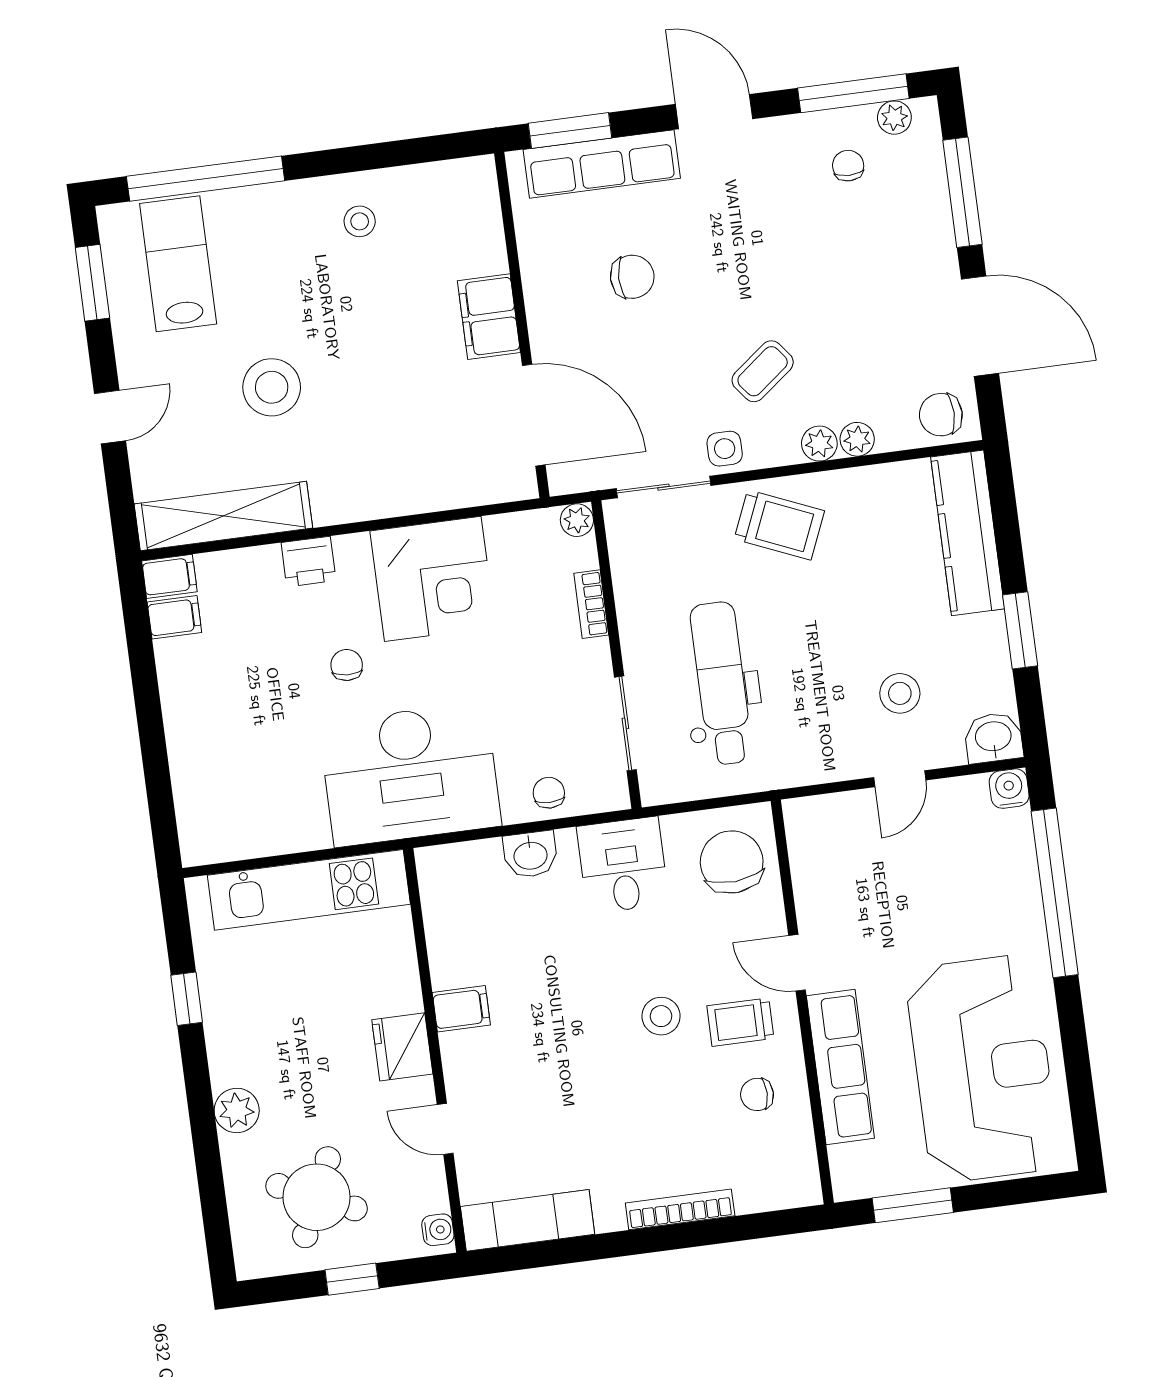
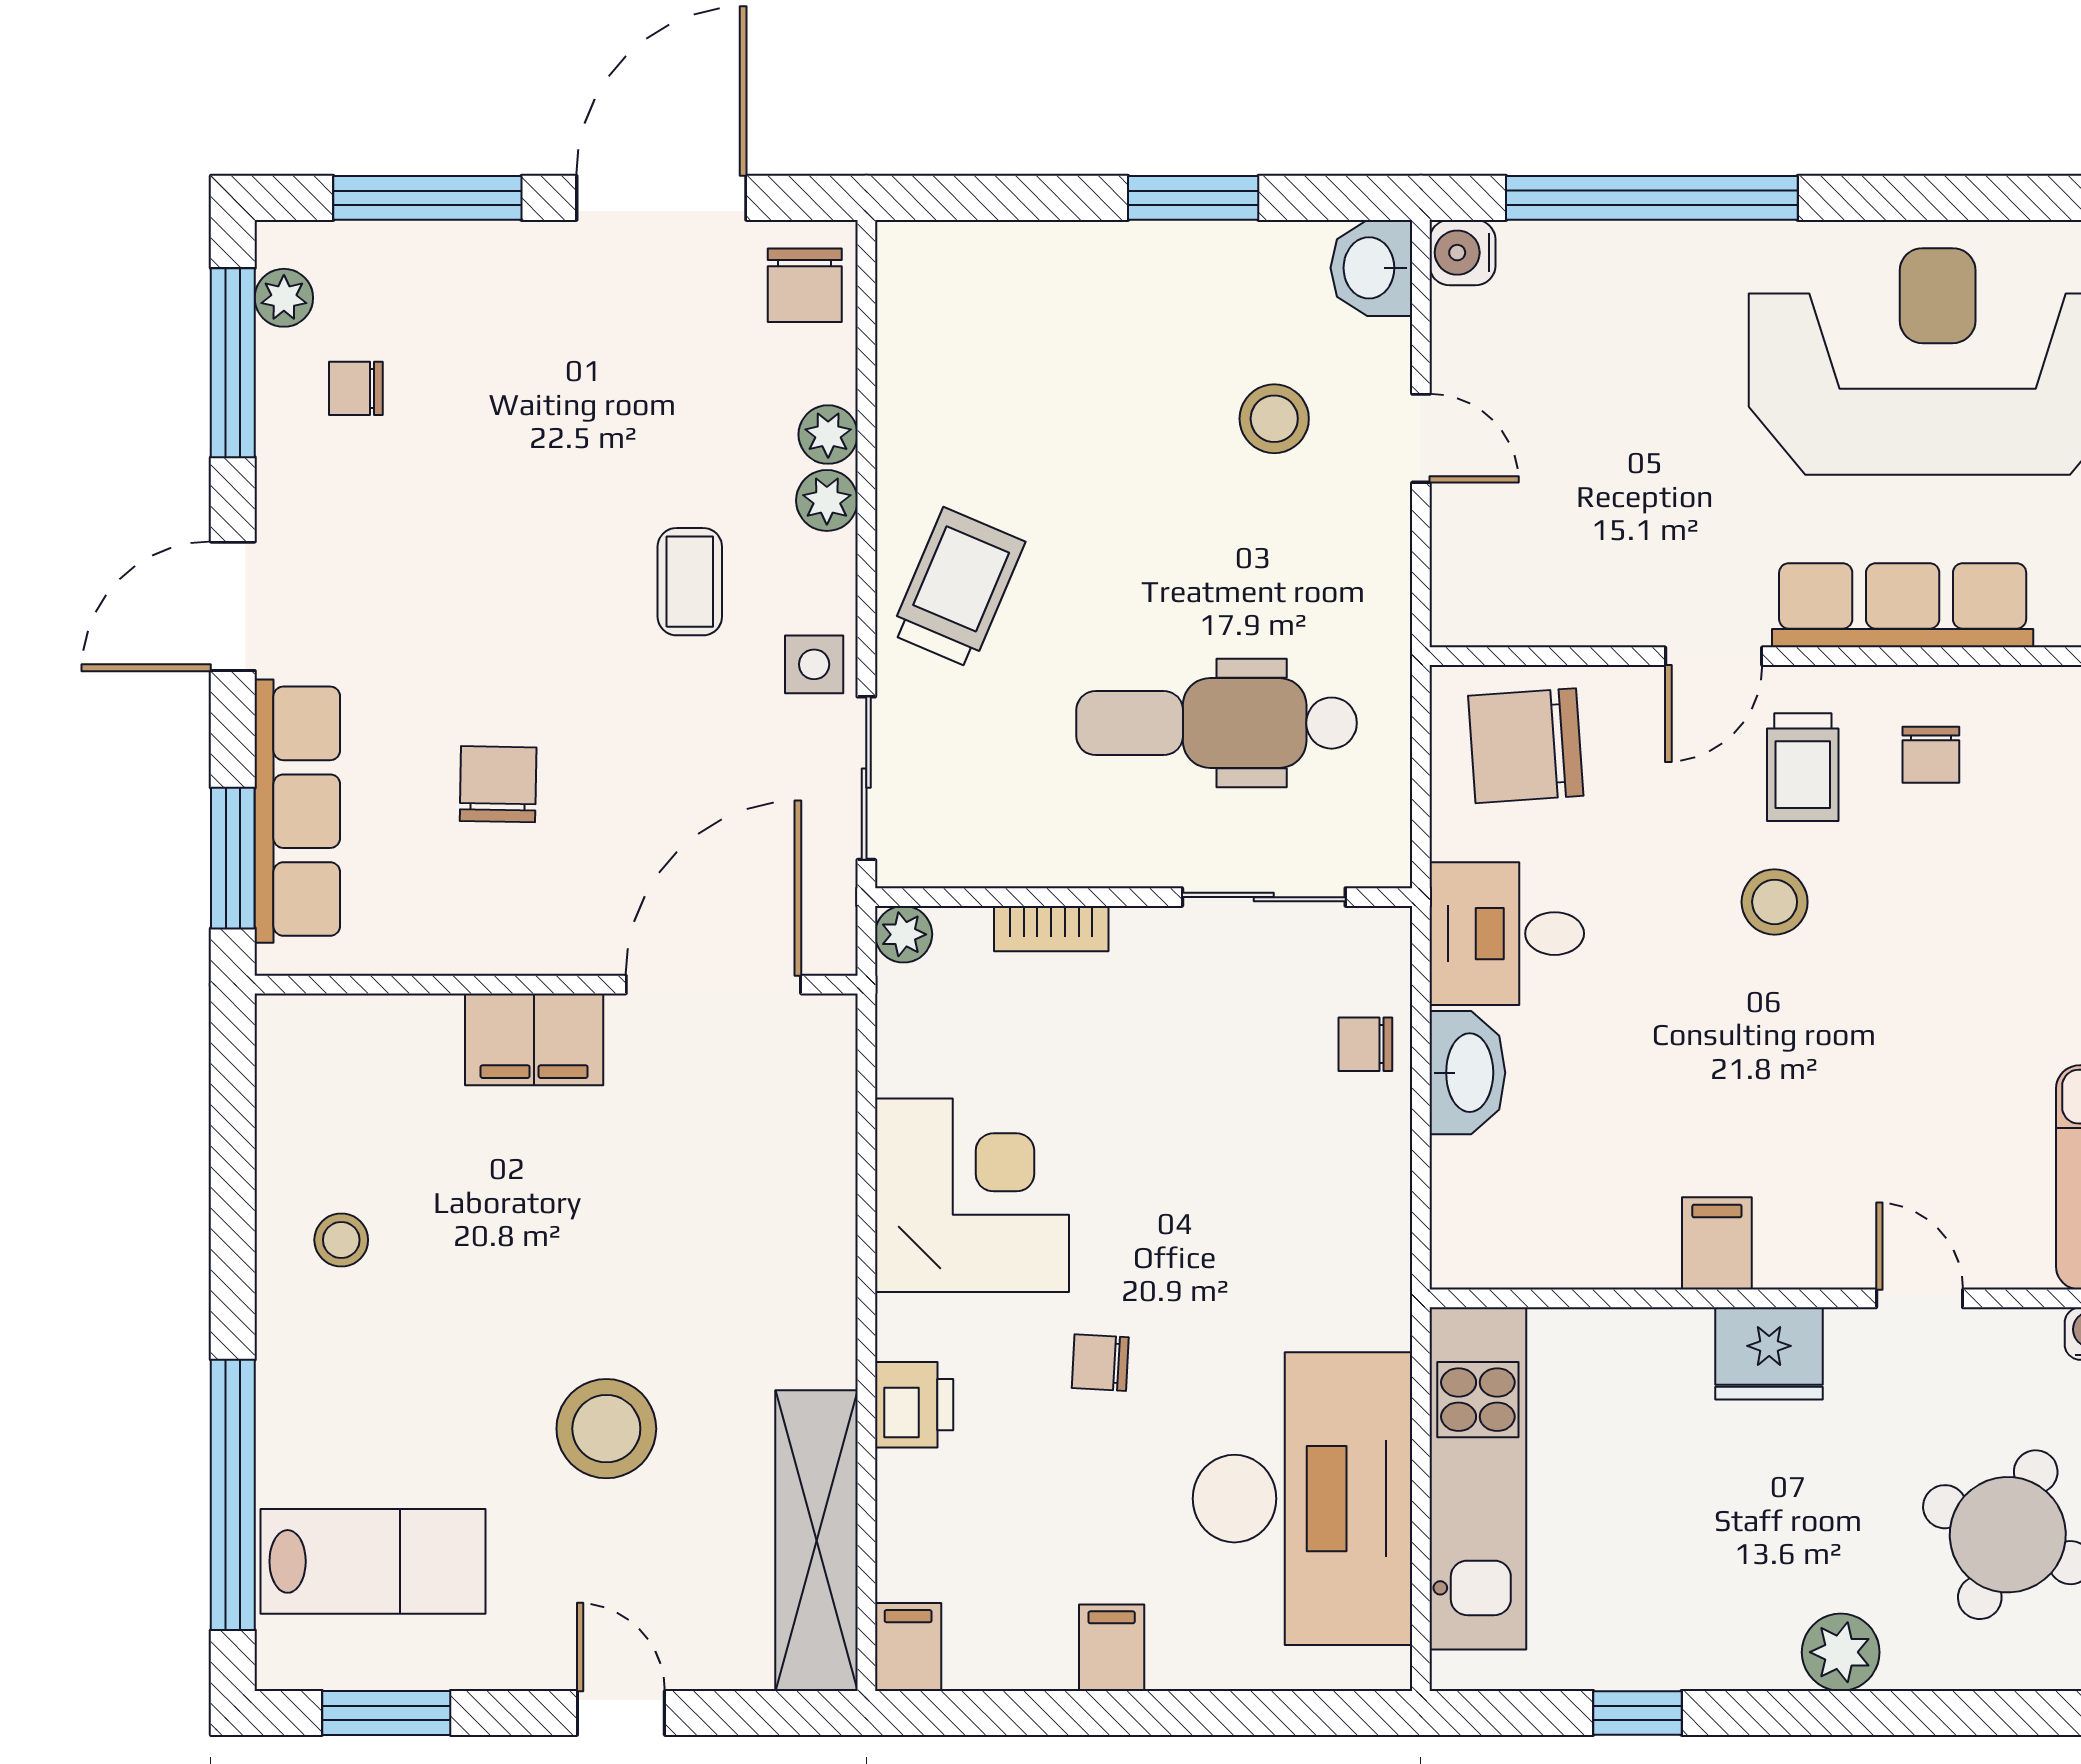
lab bench: (178, 264) -> (373, 1561), turned 180
coffee table: (763, 371) -> (690, 582), turned 38
kitchen counter: (968, 533) -> (1014, 266), removed
filing cabinet: (174, 617) -> (1112, 1648), moved
desk: (410, 774) -> (1302, 1499), moved
washbasin: (530, 854) -> (1467, 1073), width x1.38
door: (445, 1129) -> (1920, 1298), swing flipped

